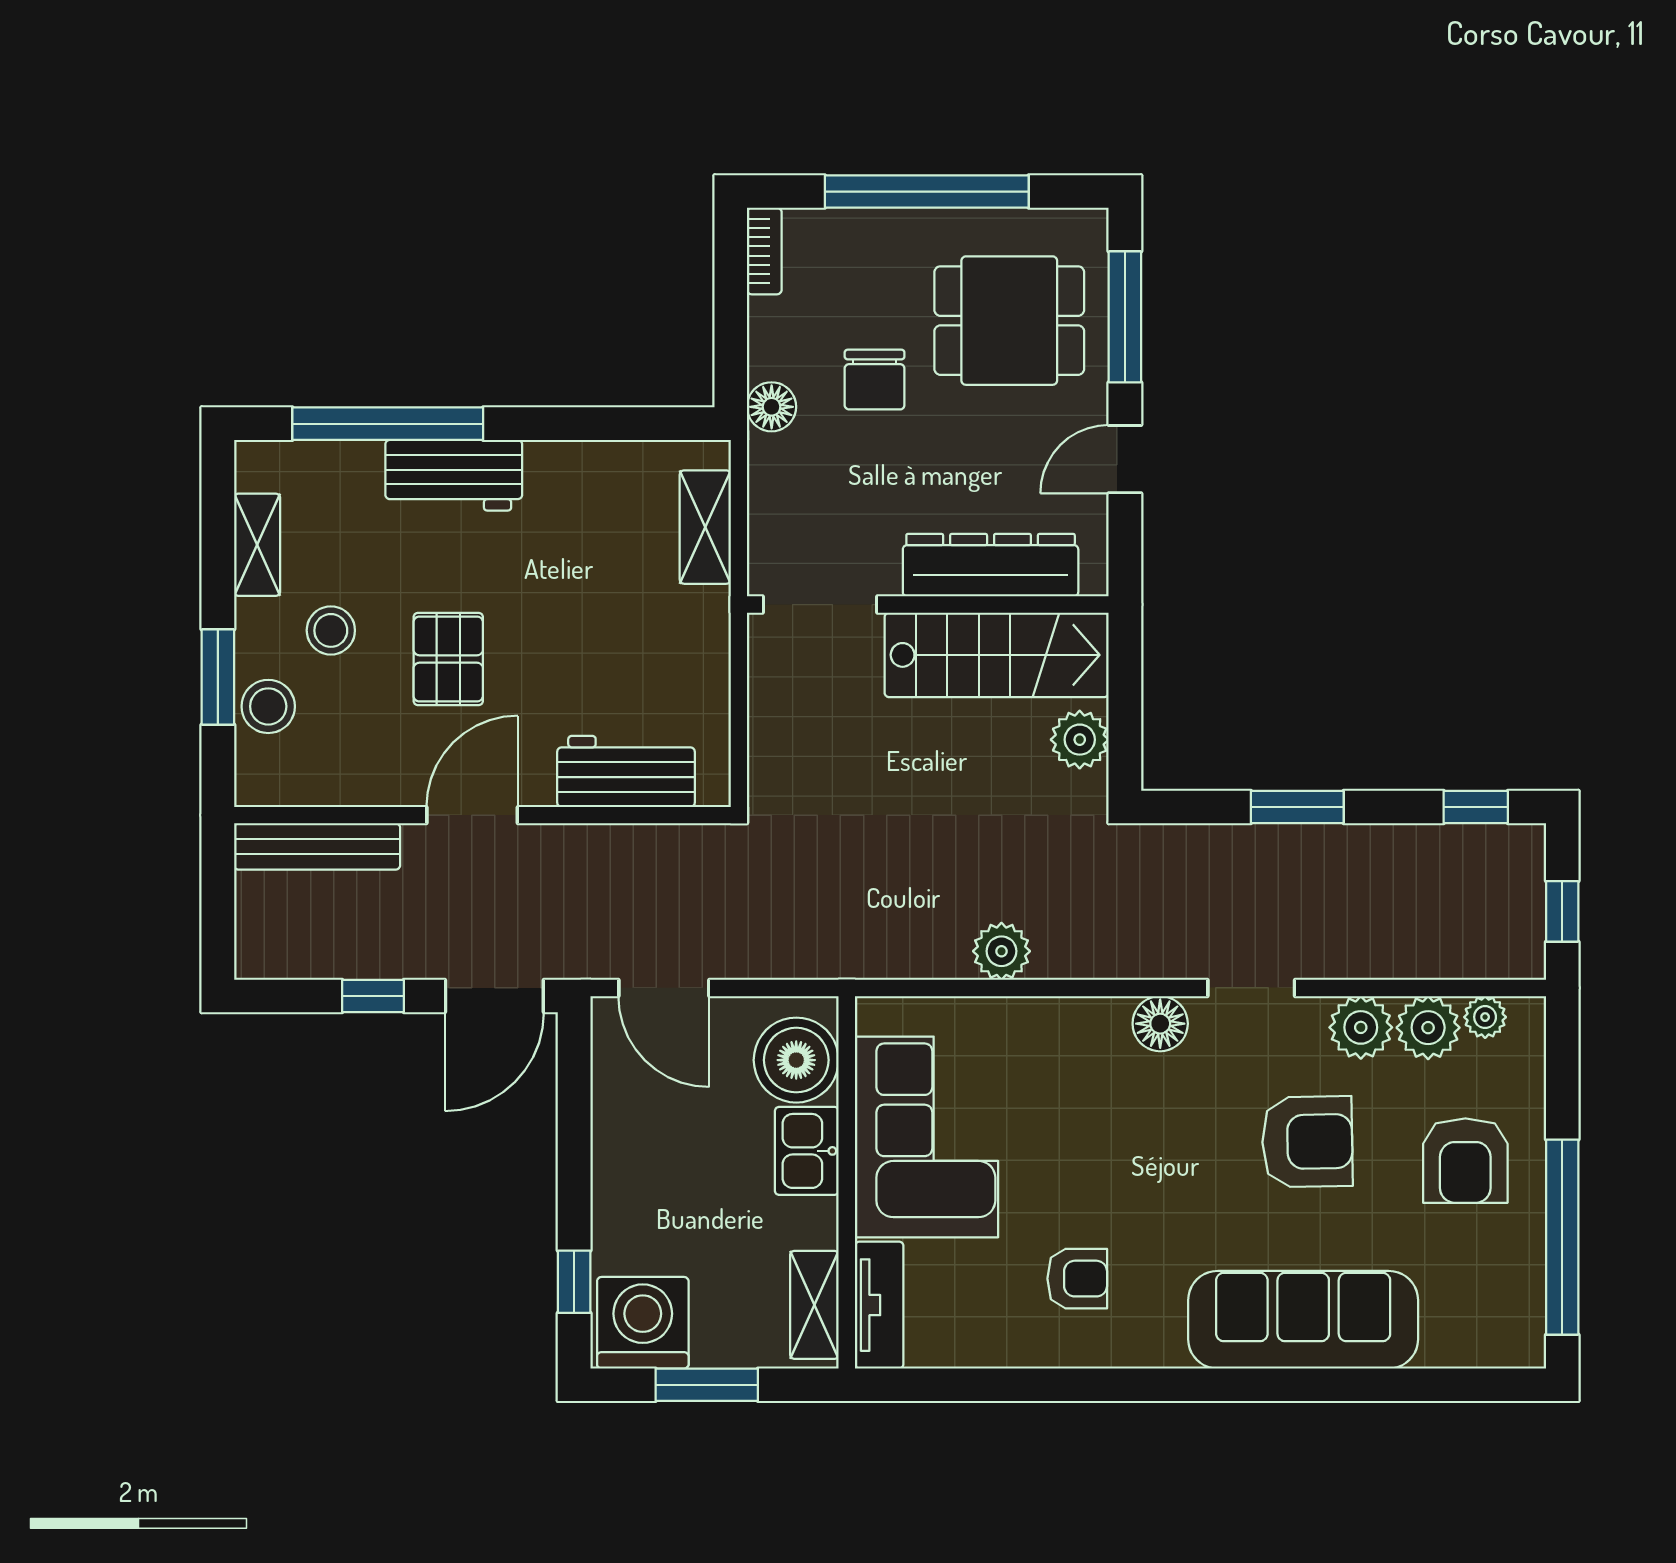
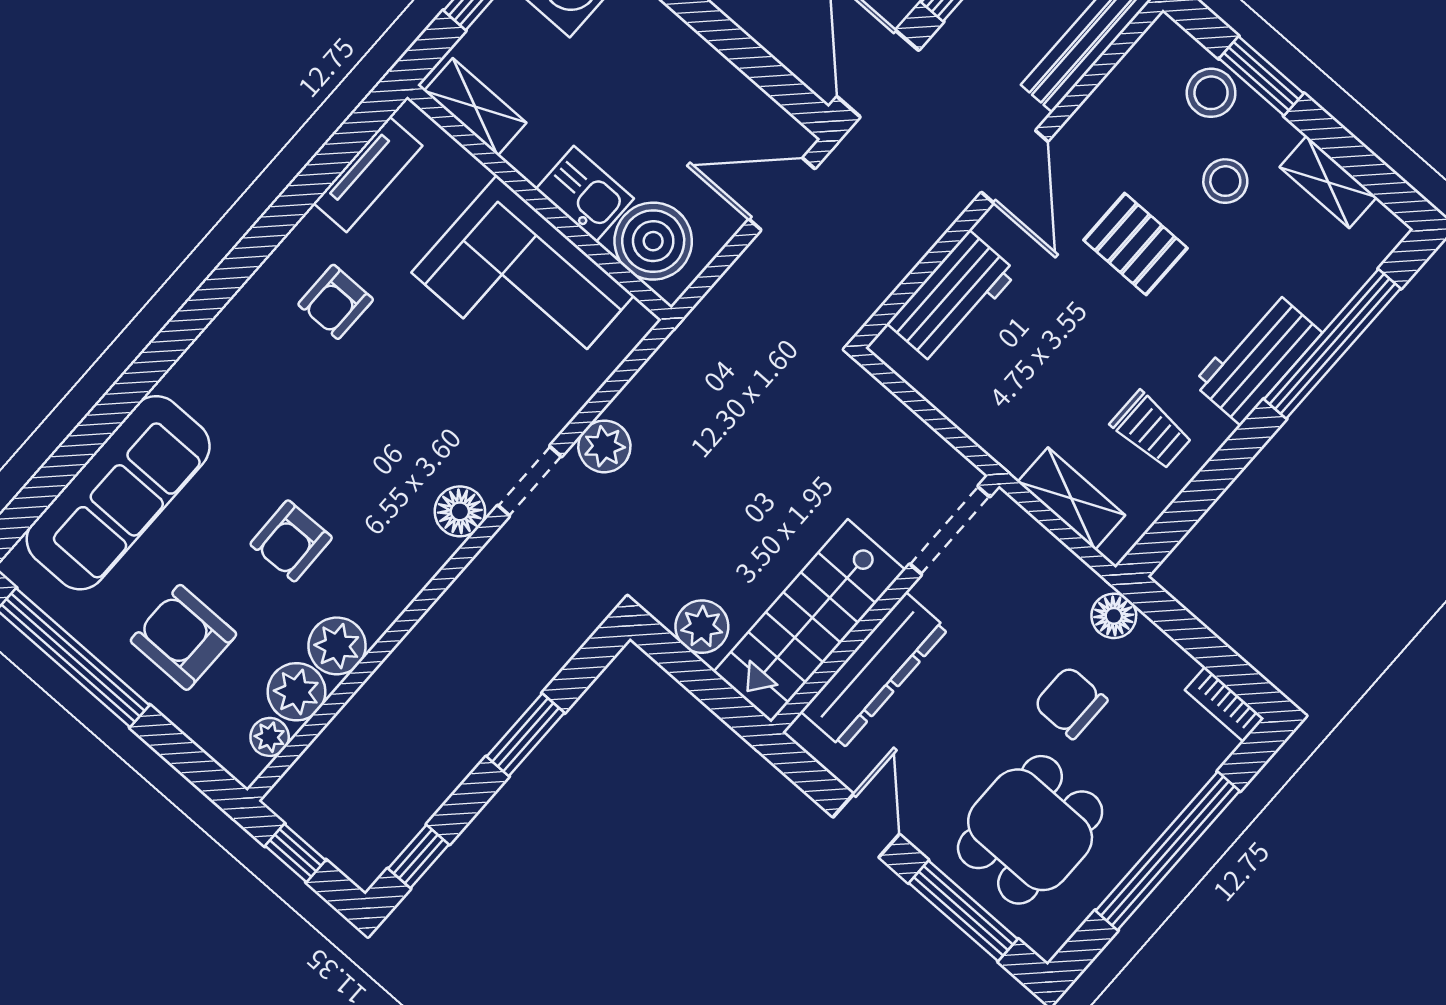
trolley: (591, 511) -> (1151, 430), added
doorway: (1251, 988) -> (530, 481), moved
armchair: (1307, 1142) -> (291, 541), width x0.72, depth x0.72
tv unit: (879, 1305) -> (368, 174), moved, turned -90
sofa: (1303, 1320) -> (118, 493), moved

